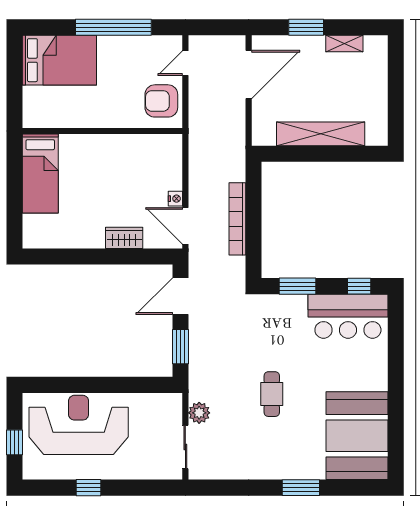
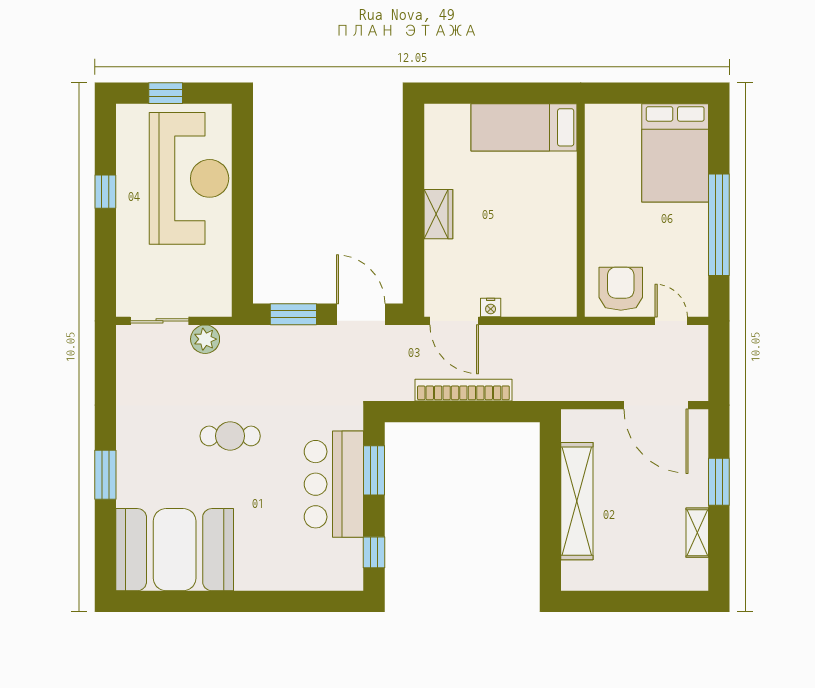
door: (185, 226) -> (454, 321), swing flipped
wardrobe: (124, 238) -> (438, 214), moved
bar counter: (348, 316) -> (334, 484), moved

